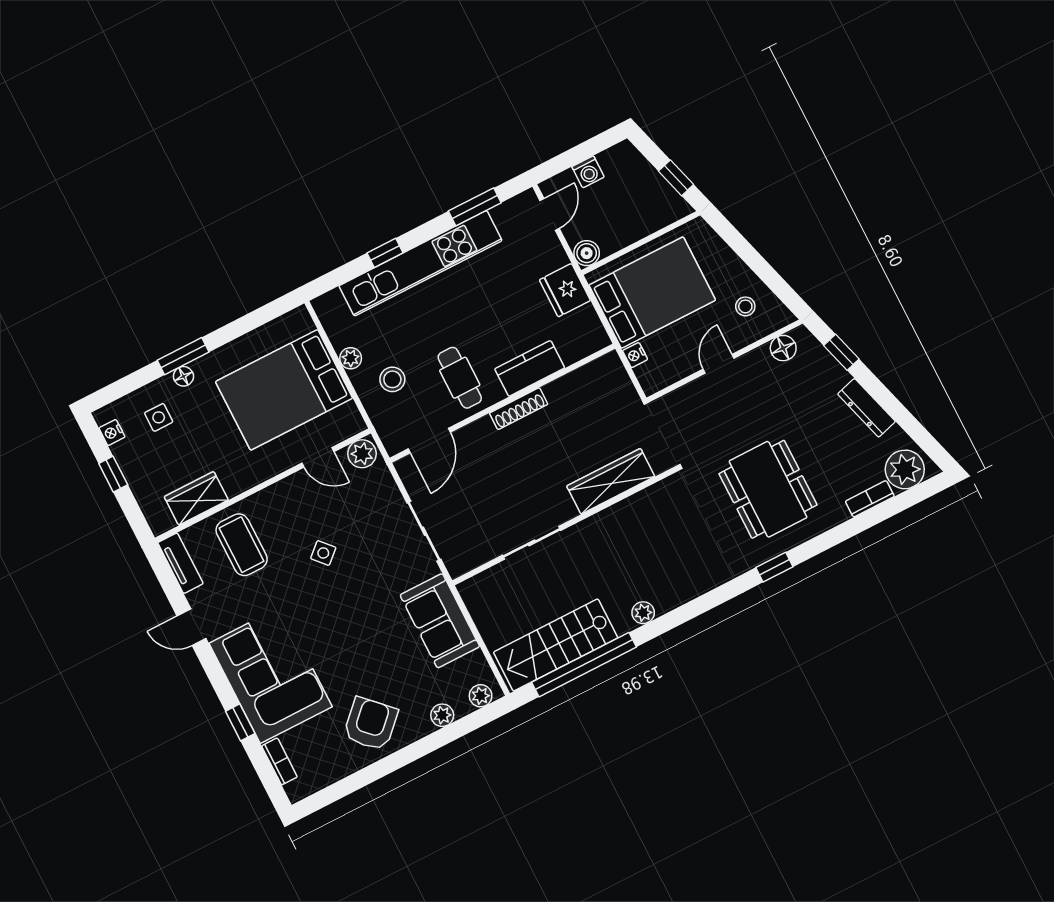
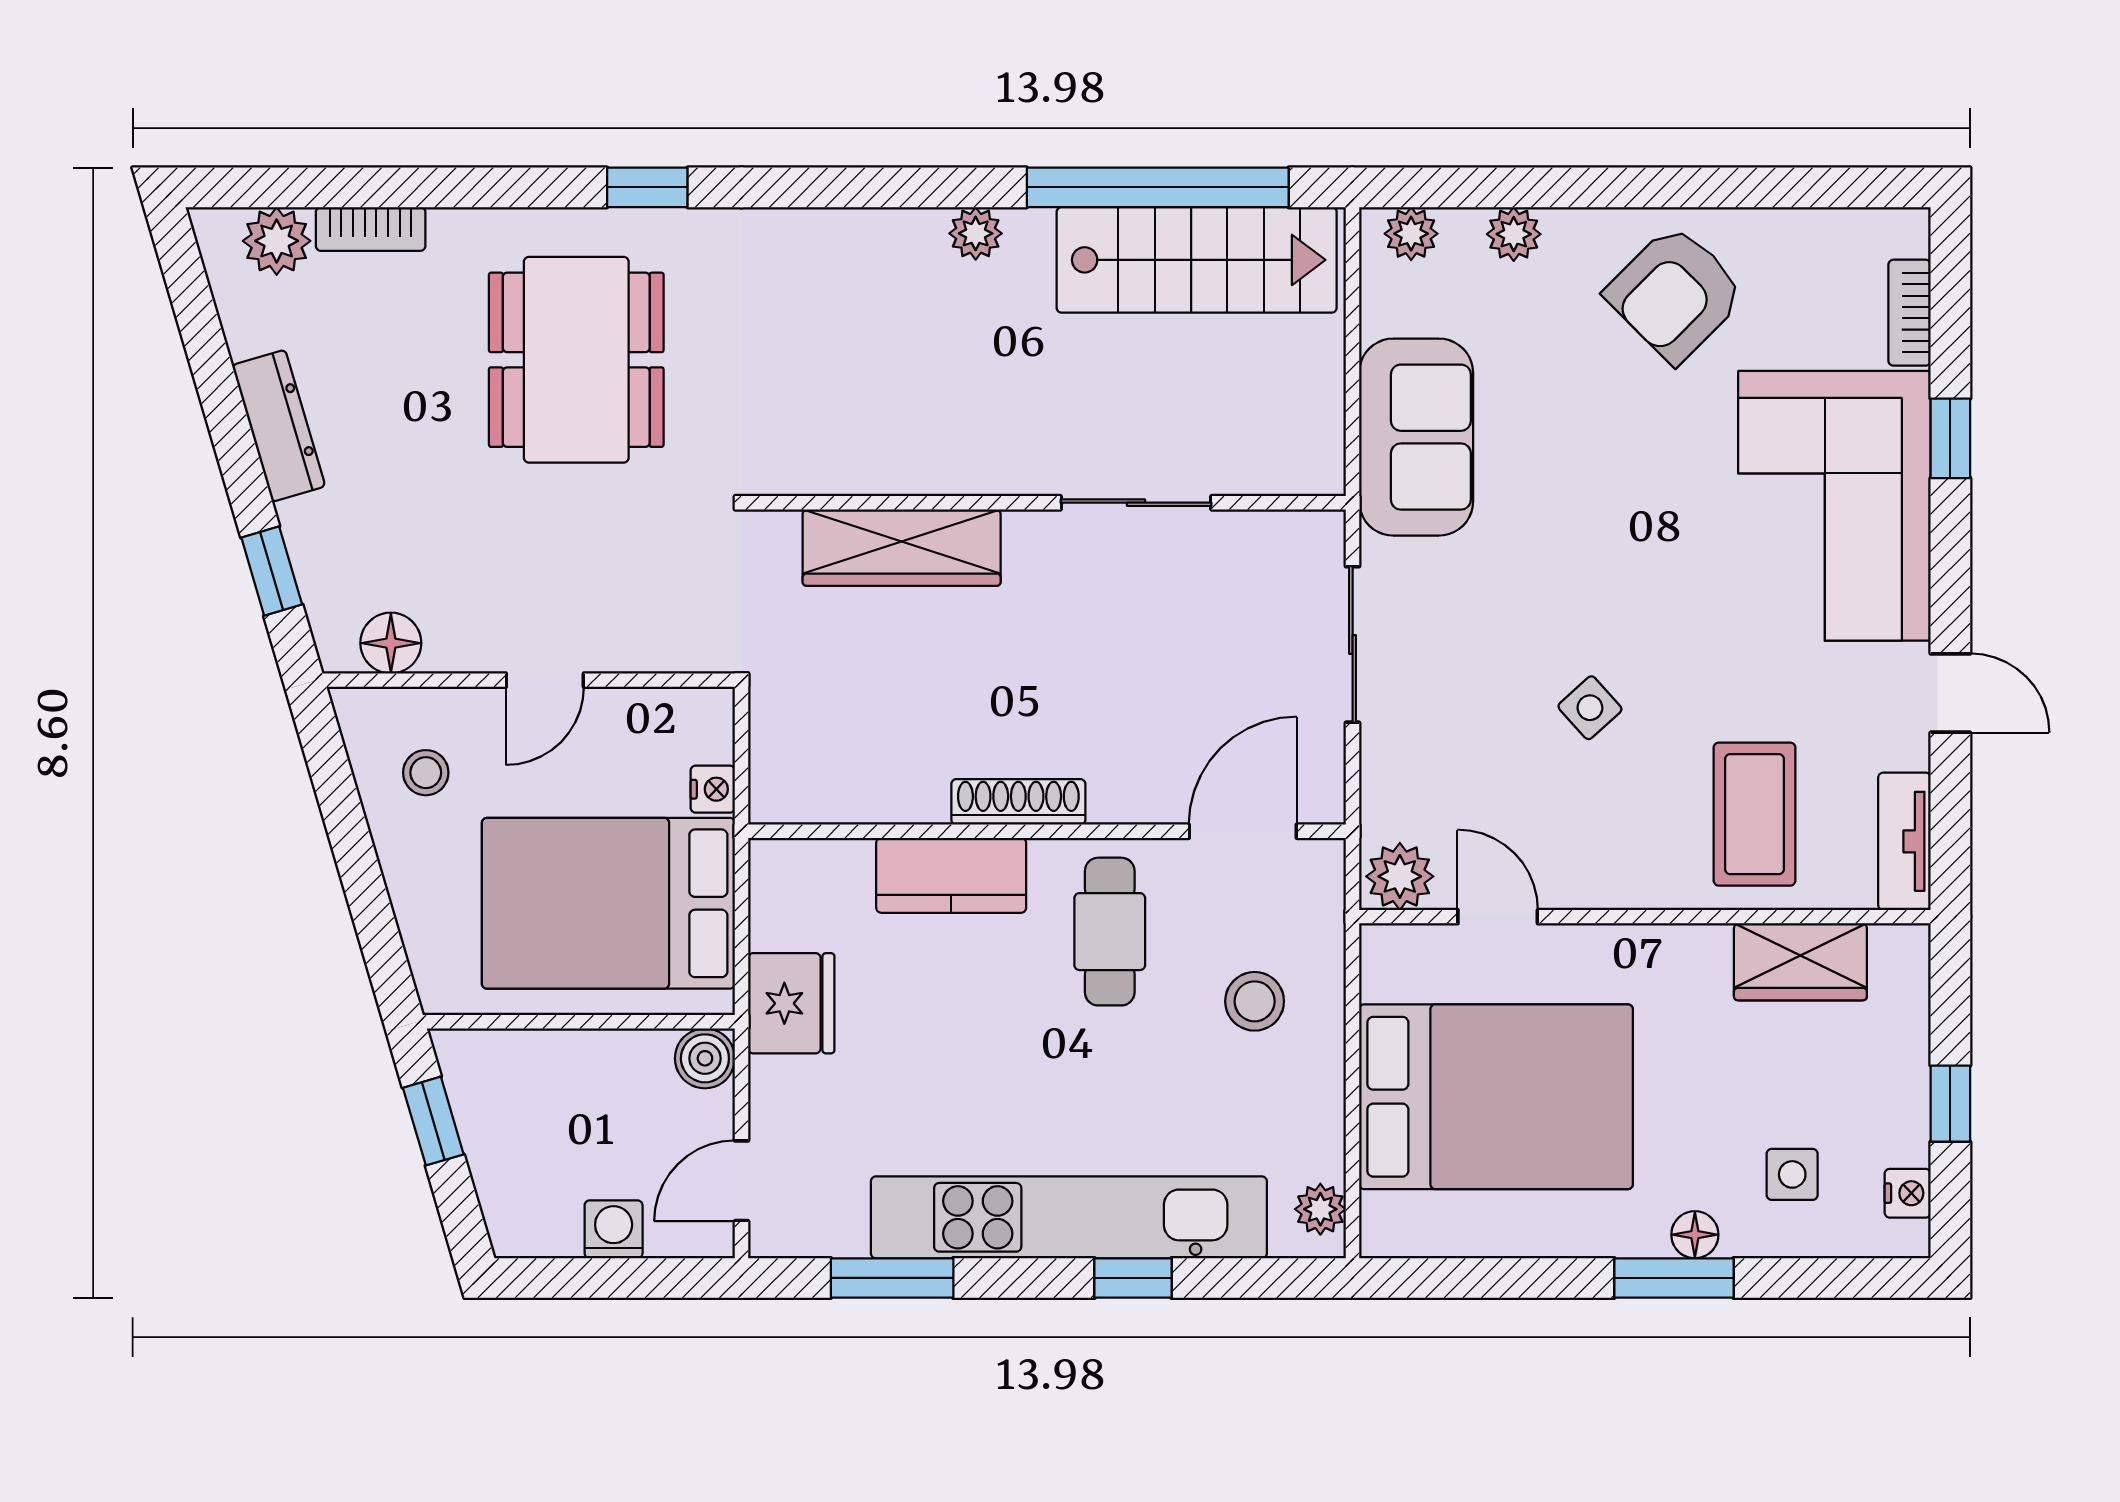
plant: (351, 358) -> (1320, 1209), moved
plant: (905, 469) -> (277, 241), width x0.73, depth x0.73

